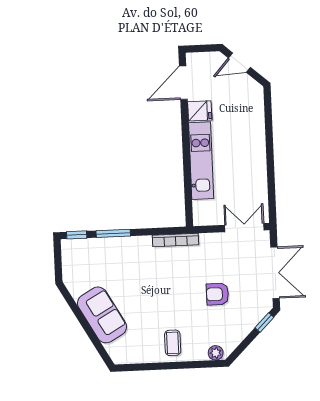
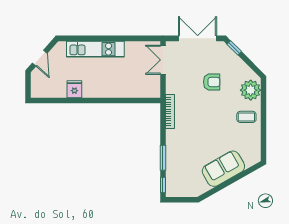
door: (183, 83) -> (53, 101), removed
kitchen unit: (201, 161) -> (95, 49), moved, turned 180
armchair: (217, 294) -> (212, 82), turned -90
plant: (216, 353) -> (251, 90), width x1.88, depth x1.88

